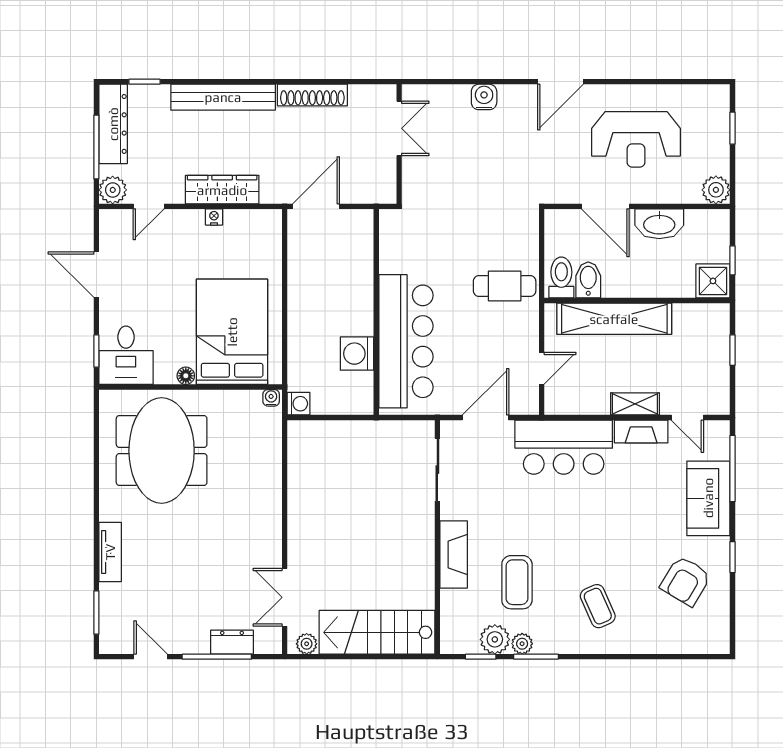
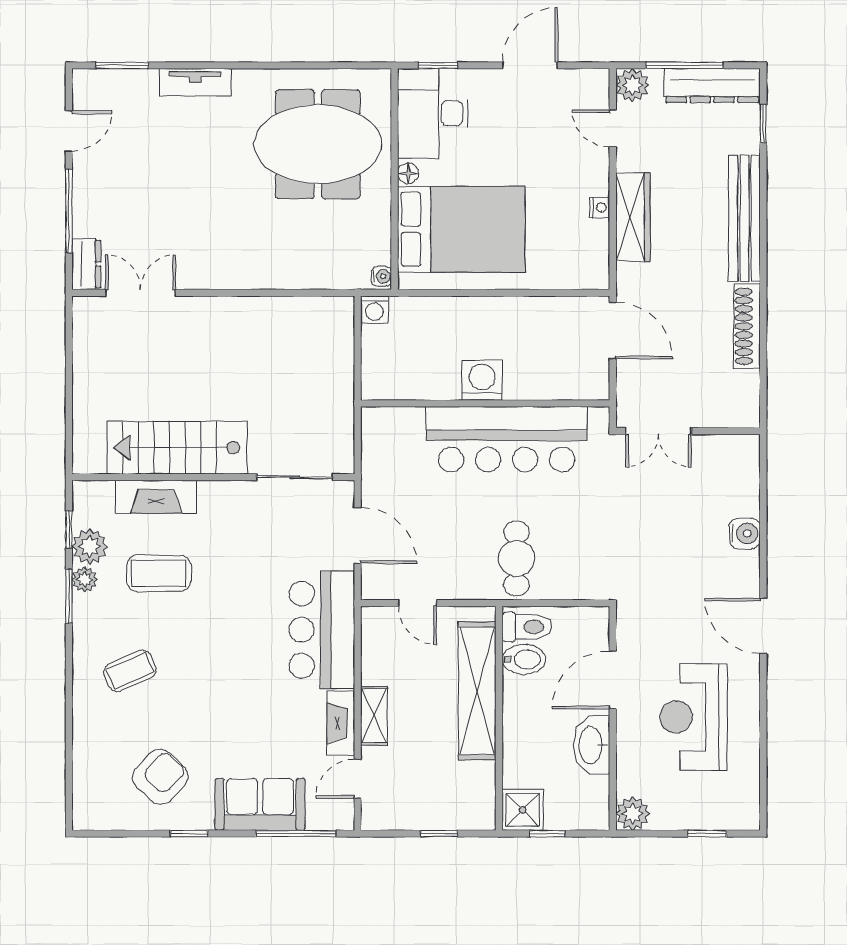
double door: (399, 128) -> (658, 431), moved
bar counter: (406, 341) -> (507, 439), moved
washing machine: (357, 354) -> (482, 380), moved
desk: (126, 355) -> (433, 113), width x1.37
fireplace: (454, 554) -> (156, 497), moved
armchair: (686, 581) -> (160, 777), turned 102
stairs: (377, 632) -> (177, 448), moved, turned -90
dresser: (232, 642) -> (86, 264), moved
plant: (307, 644) -> (84, 319), removed

